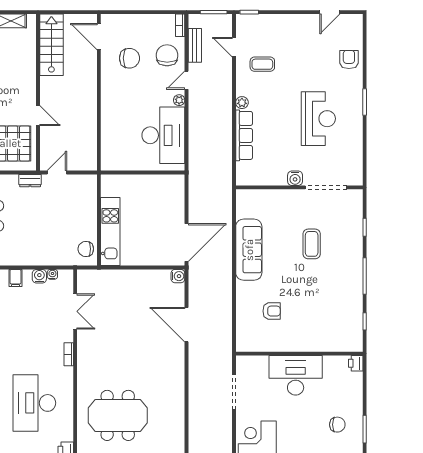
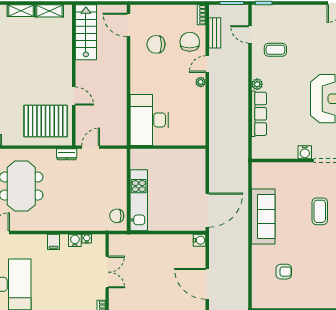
chair: (129, 58) -> (156, 44), turned 180
desk: (163, 135) -> (149, 120), moved, turned 180

